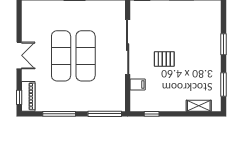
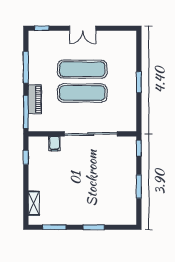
pallet: (164, 59) -> (79, 170), removed
piano: (28, 96) -> (35, 99), moved, turned -90

